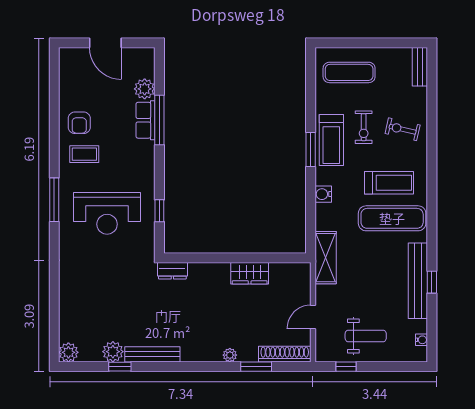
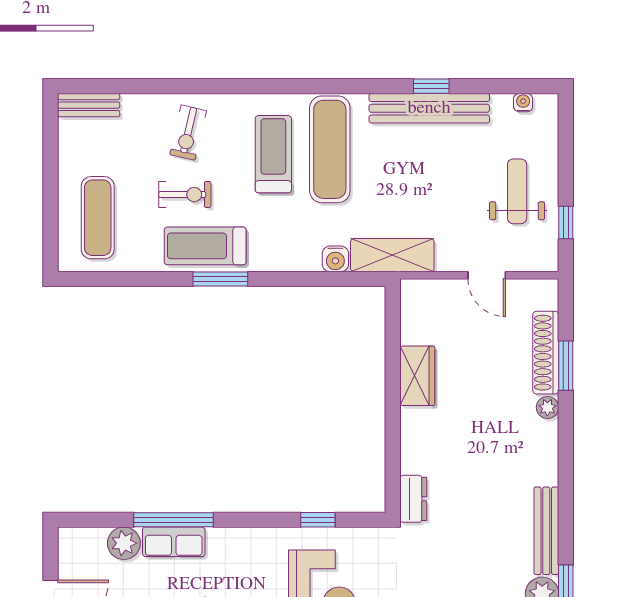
treadmill: (331, 140) -> (205, 246), turned 180
water cooler: (323, 194) -> (335, 259), moved
shoe rack: (285, 354) -> (546, 353), moved

